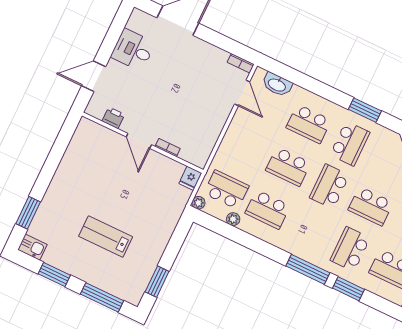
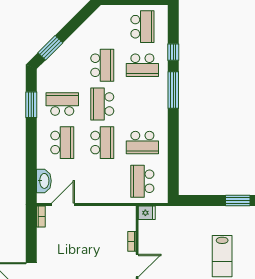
school desk: (329, 186) -> (102, 104), turned 90
plant: (198, 203) -> (163, 198), removed
school desk: (268, 209) -> (142, 143), turned 90
plant: (233, 219) -> (162, 165), removed
window: (348, 289) -> (173, 52), width x0.67

